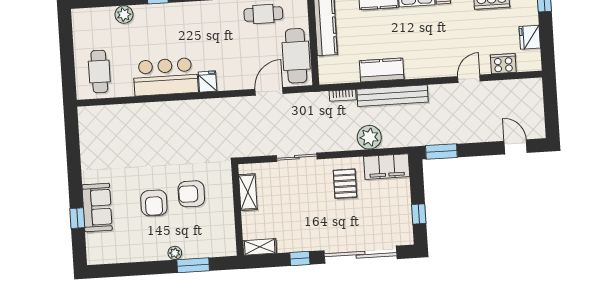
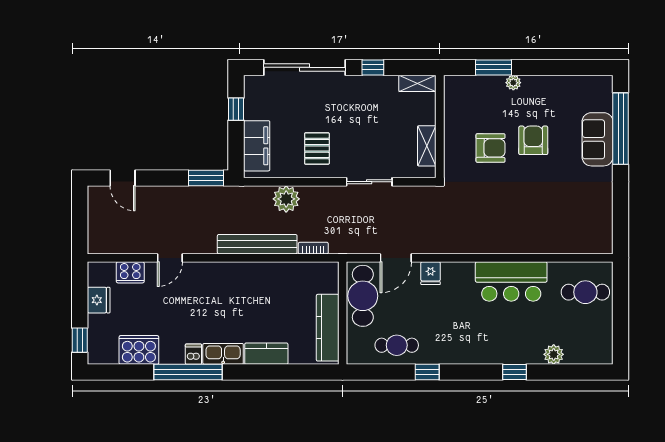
kitchen counter: (382, 70) -> (268, 274), removed
cafe table: (99, 71) -> (585, 292), turned 90
fridge: (208, 81) -> (431, 273), moved
filing cabinet: (387, 167) -> (257, 146), moved, turned 90
window: (77, 218) -> (621, 129), width x3.17

